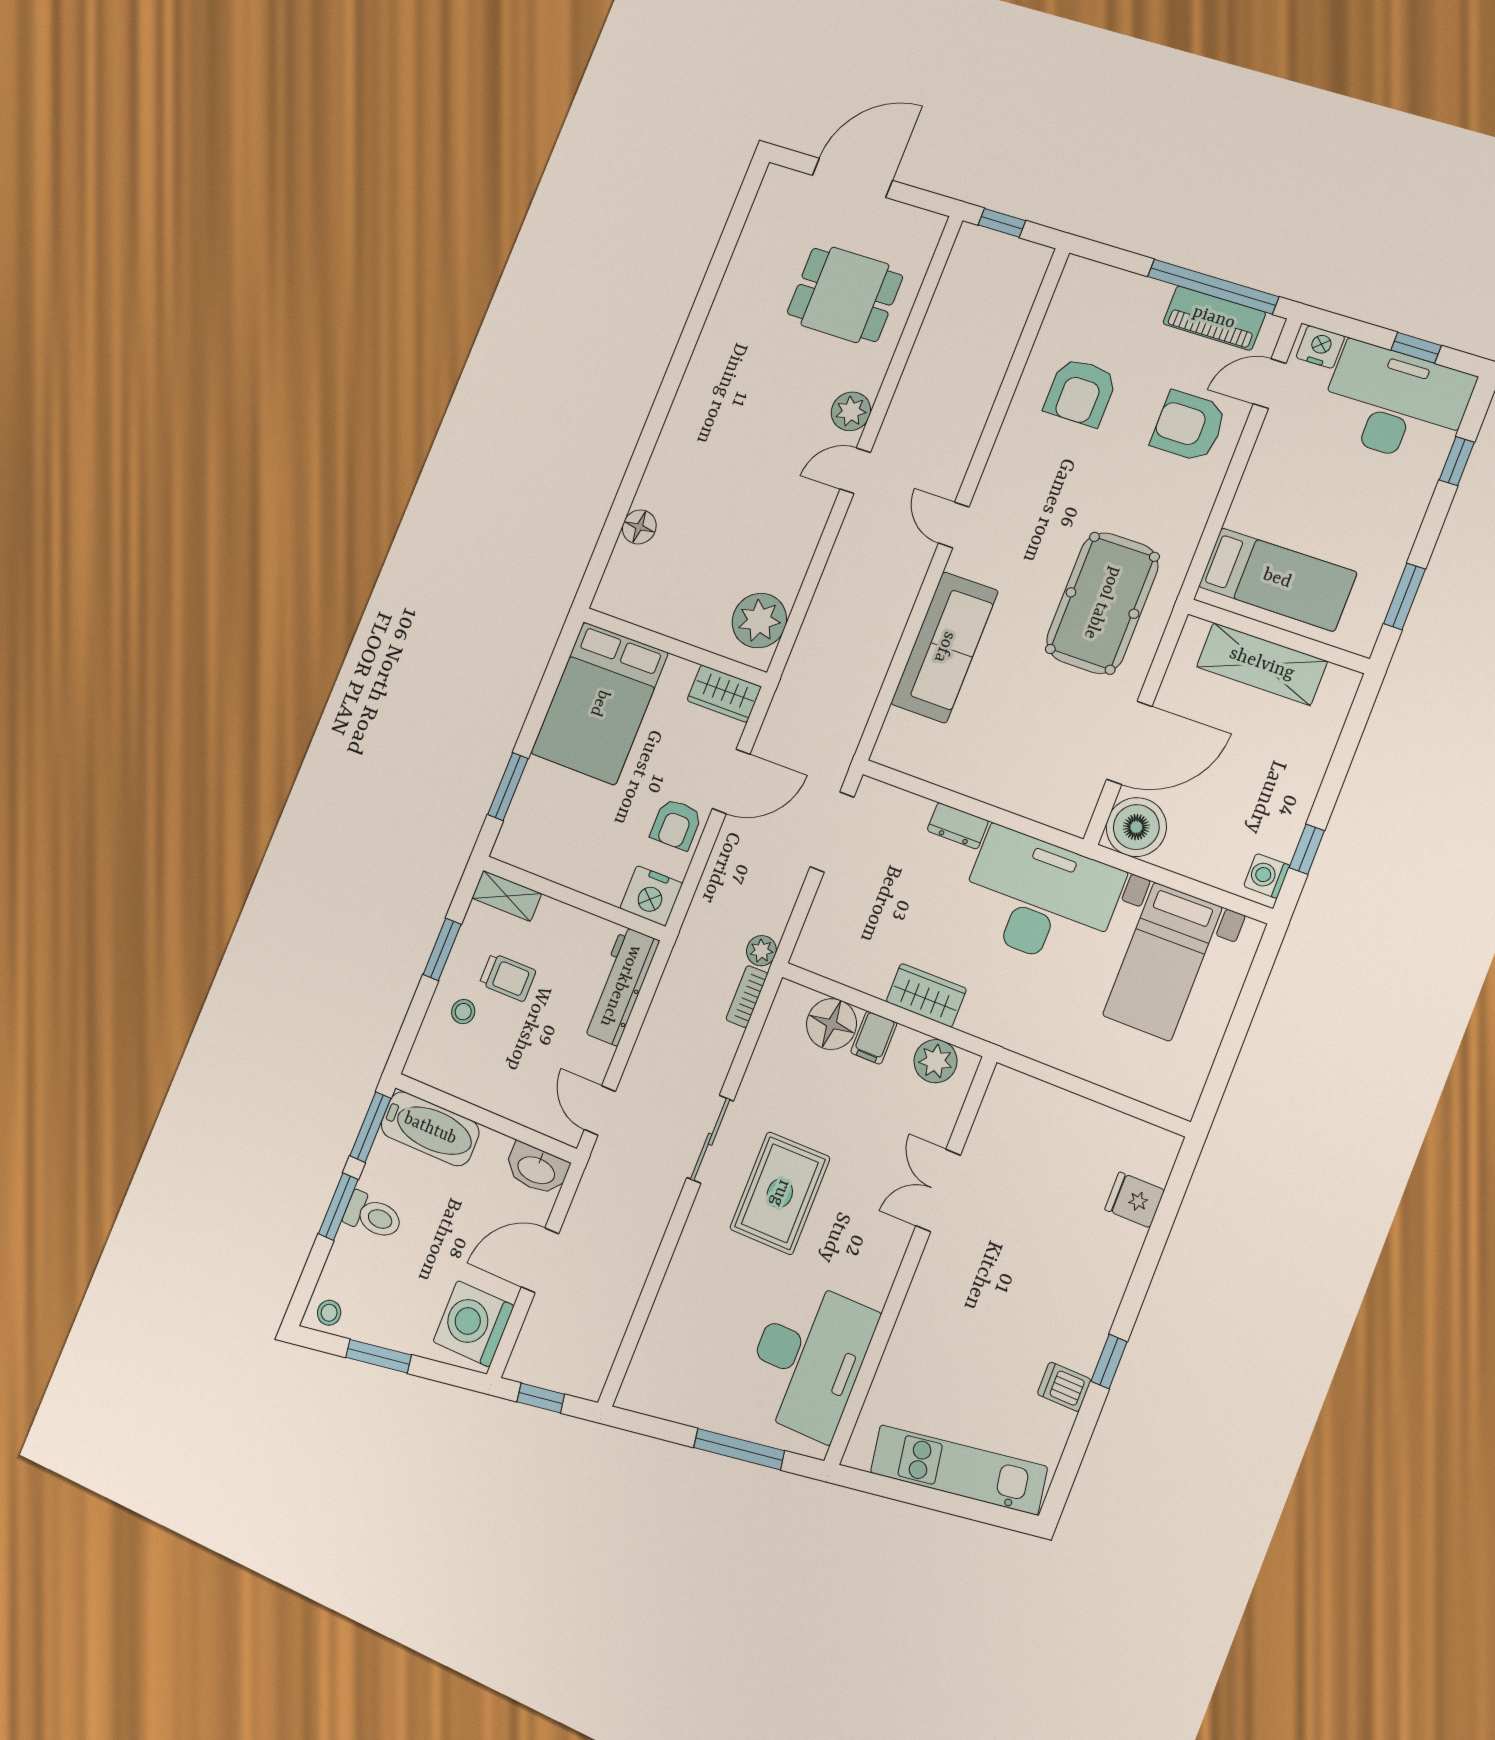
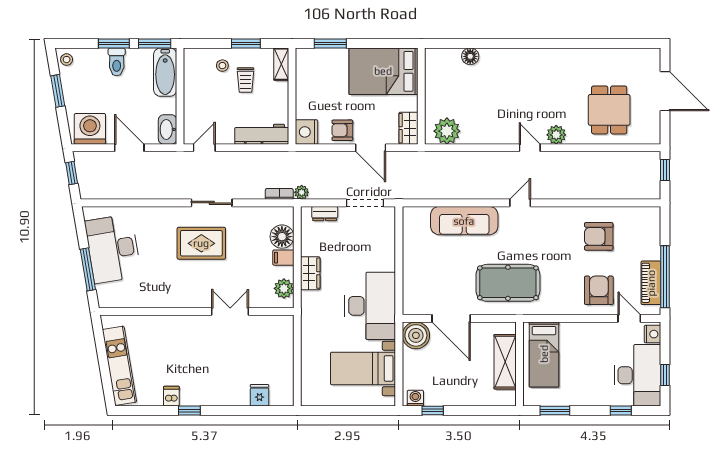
dresser: (958, 826) -> (325, 214), moved, turned -90
desk: (808, 1359) -> (113, 249), moved, turned 80

